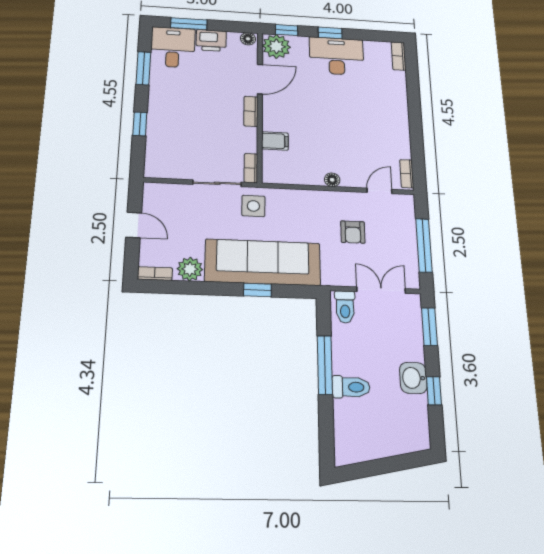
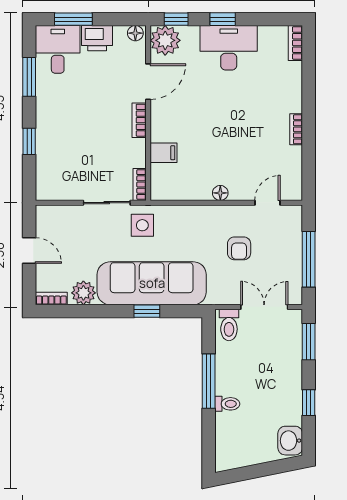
bookcase: (407, 174) -> (296, 129), moved
washbasin: (413, 378) -> (290, 441), moved
toilet: (351, 387) -> (227, 404), width x0.73, depth x0.72

